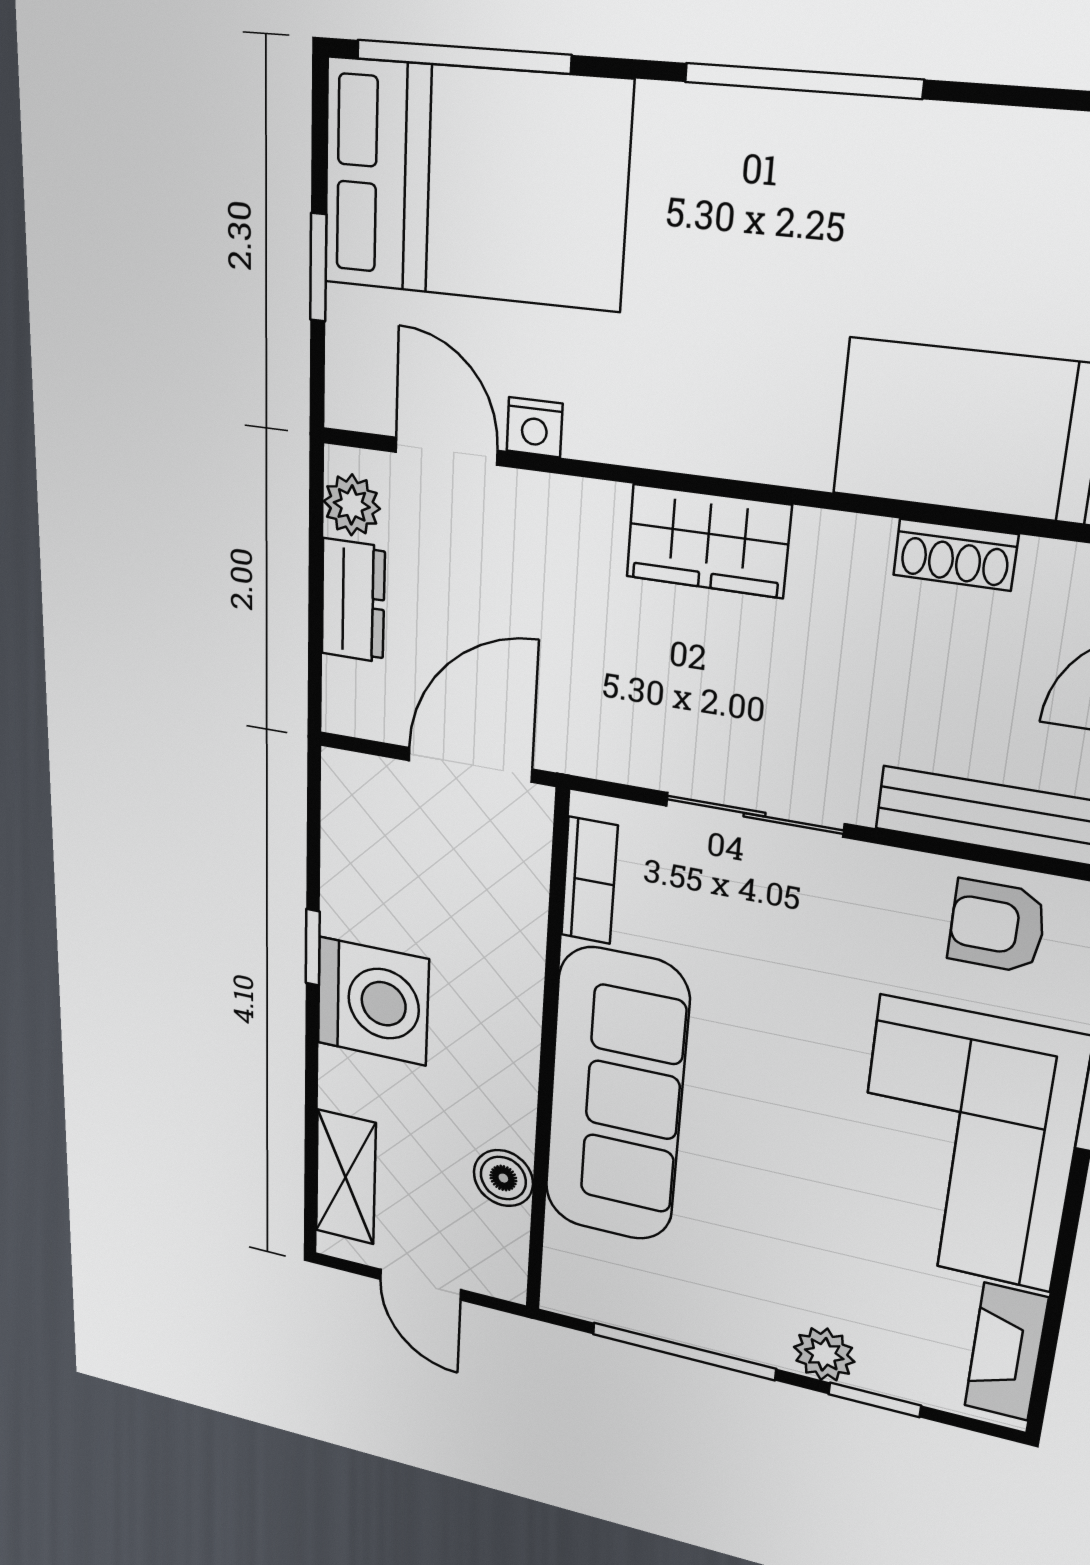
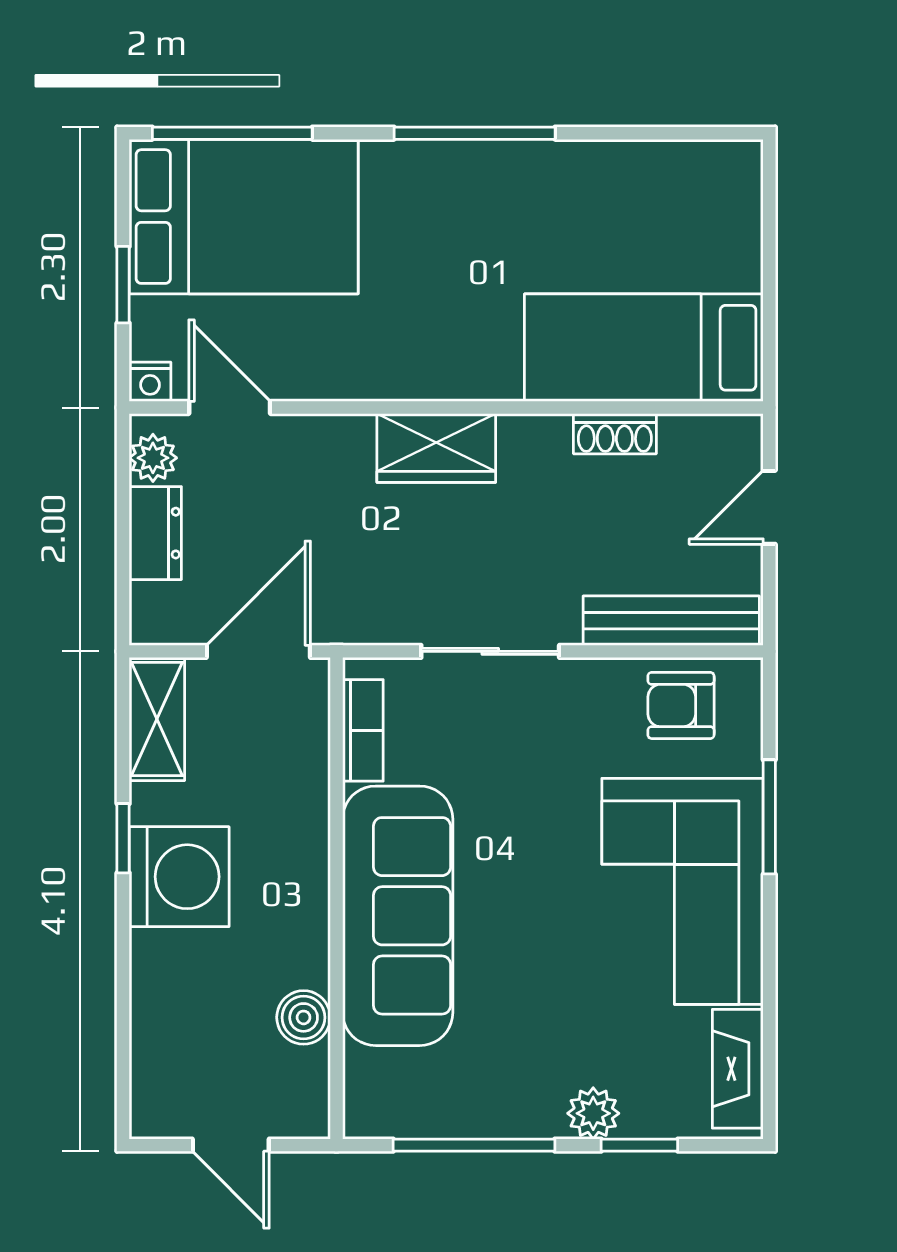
nightstand: (534, 427) -> (150, 382), moved
shelving: (346, 1177) -> (157, 719), moved

